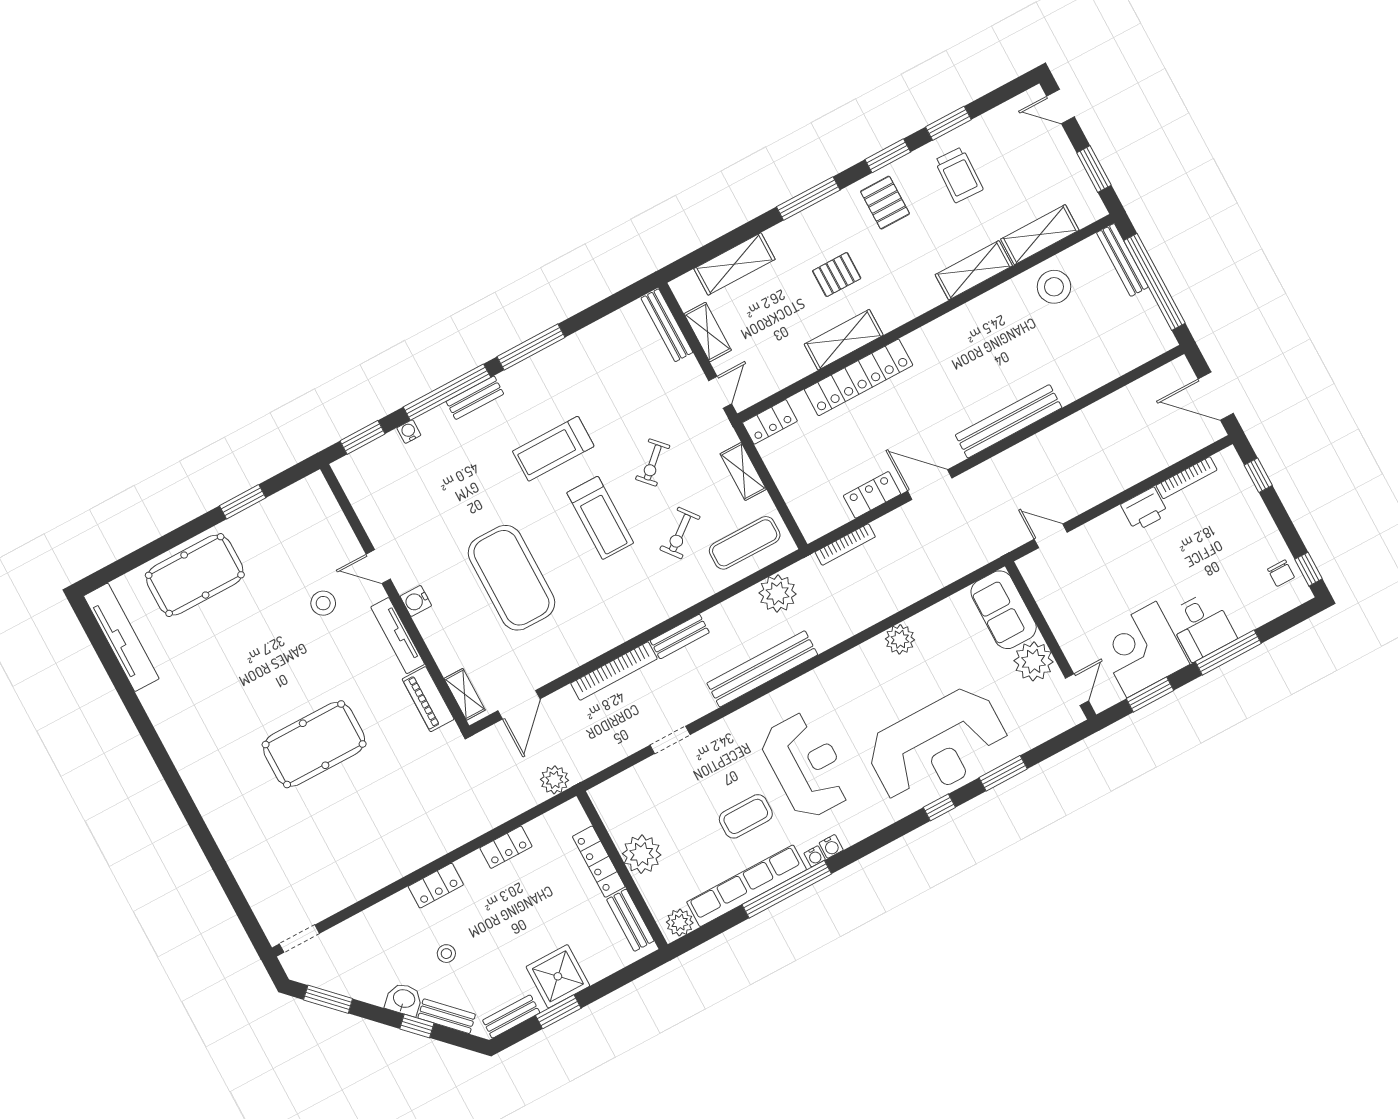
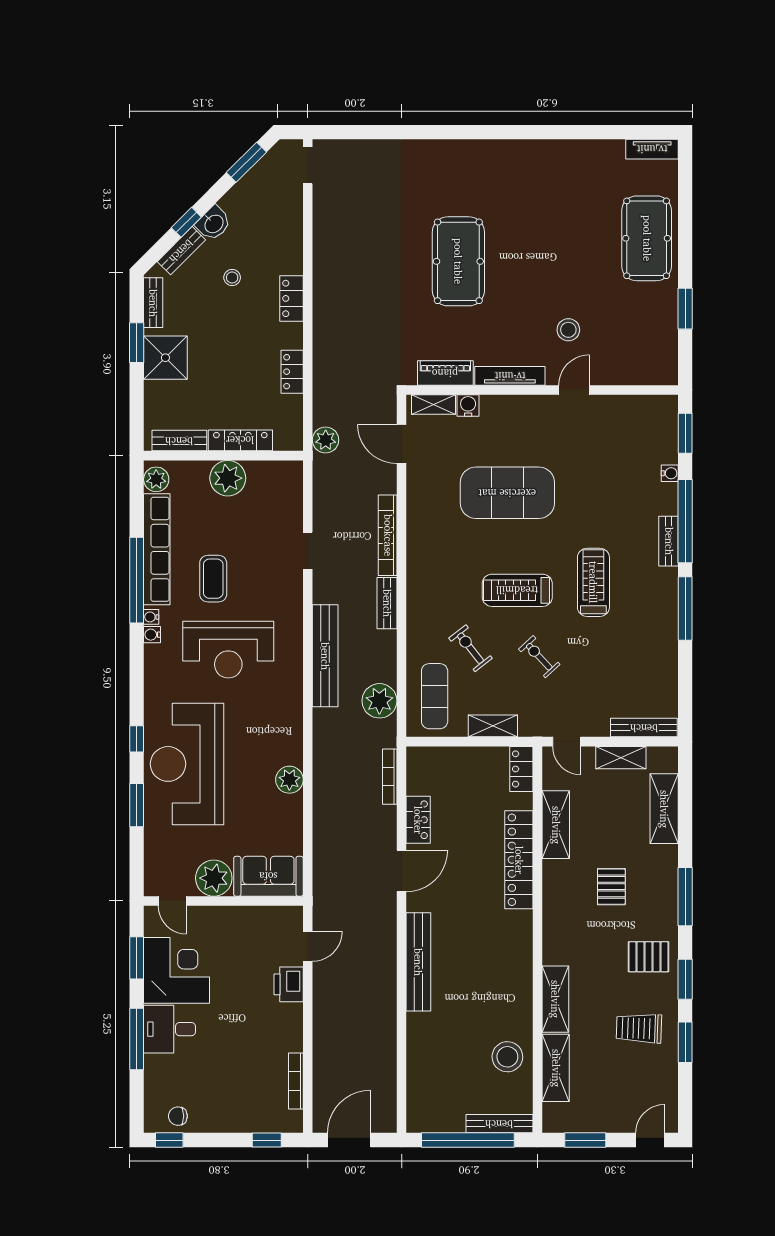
shelving: (844, 340) -> (556, 825), moved
printer: (1145, 509) -> (289, 984), moved
water cooler: (416, 601) -> (468, 406), moved
tv unit: (121, 637) -> (652, 149), width x0.52, depth x0.78

